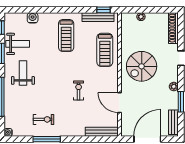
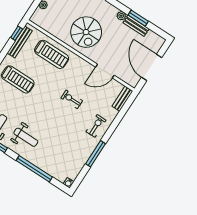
weight bench: (23, 73) -> (26, 137), turned 180
exercise bike: (44, 119) -> (96, 126), moved
bench: (173, 122) -> (136, 26), moved
bench: (102, 132) -> (122, 99), width x0.73

